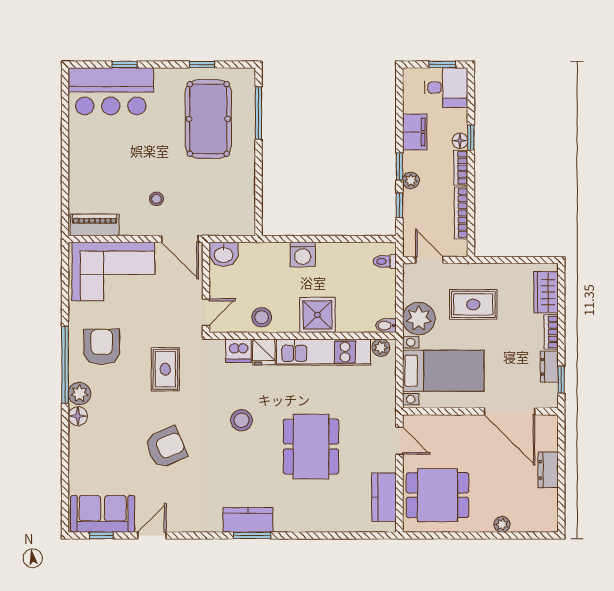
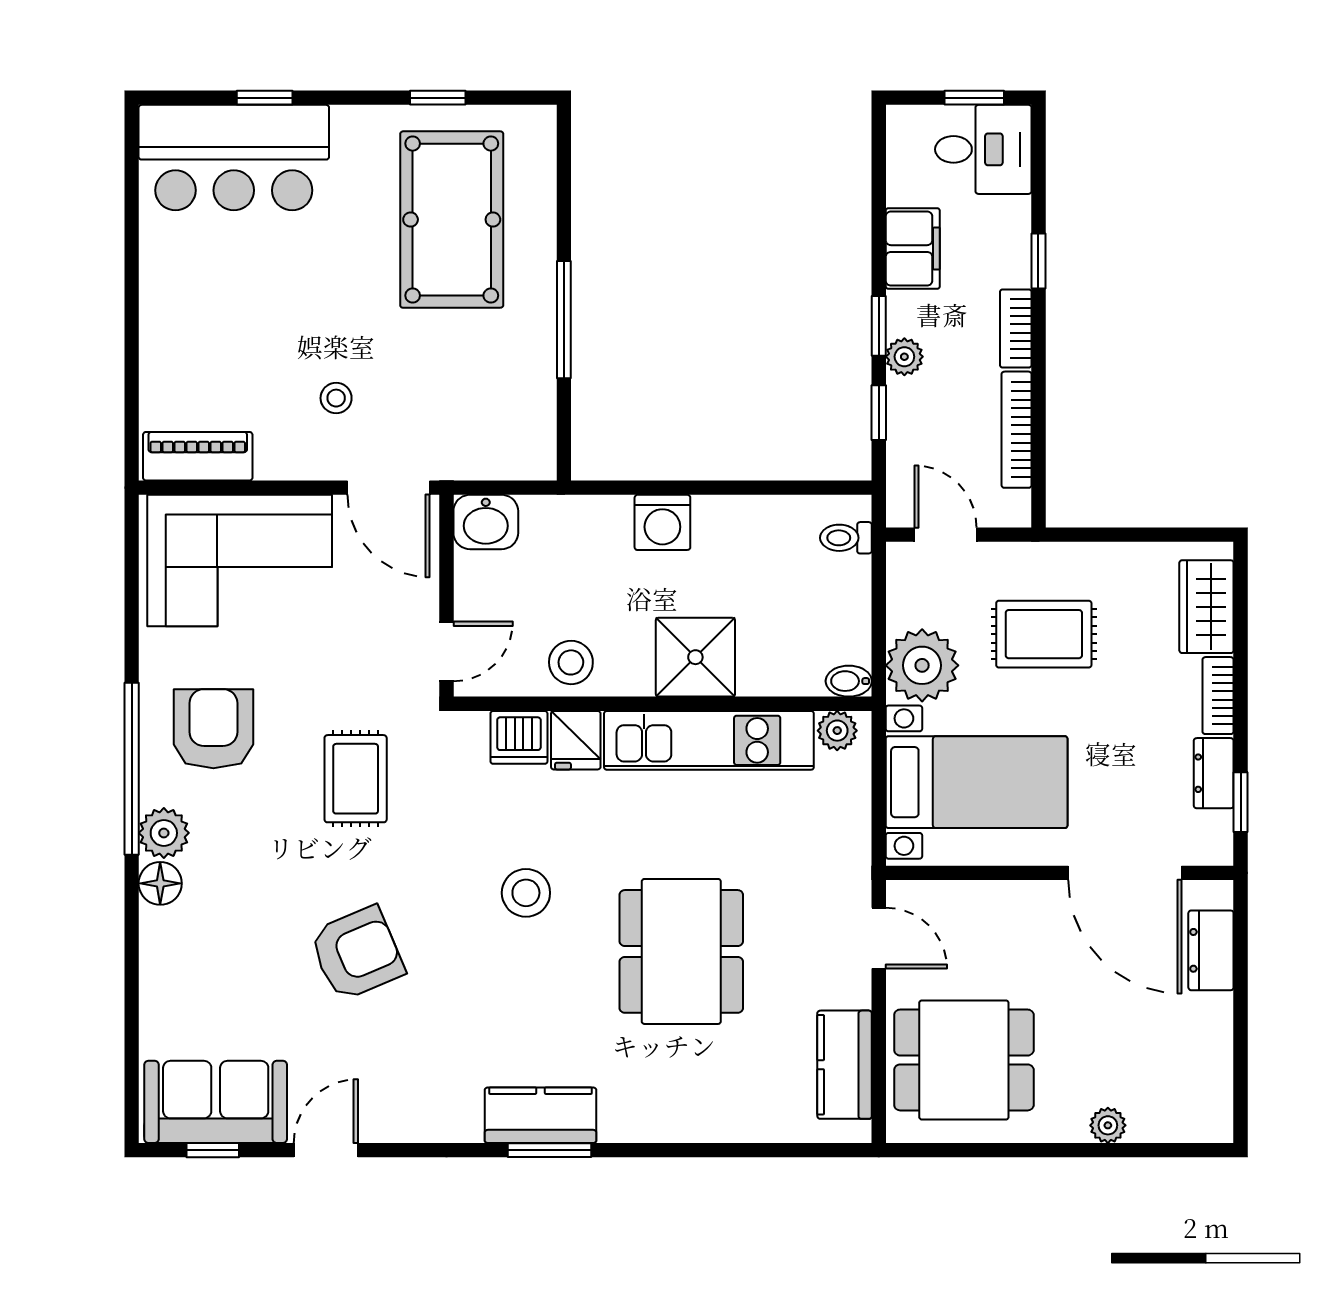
window: (259, 113) -> (564, 320), moved
floor lamp: (460, 141) -> (1014, 268), removed
dresser: (548, 470) -> (1211, 950), moved

